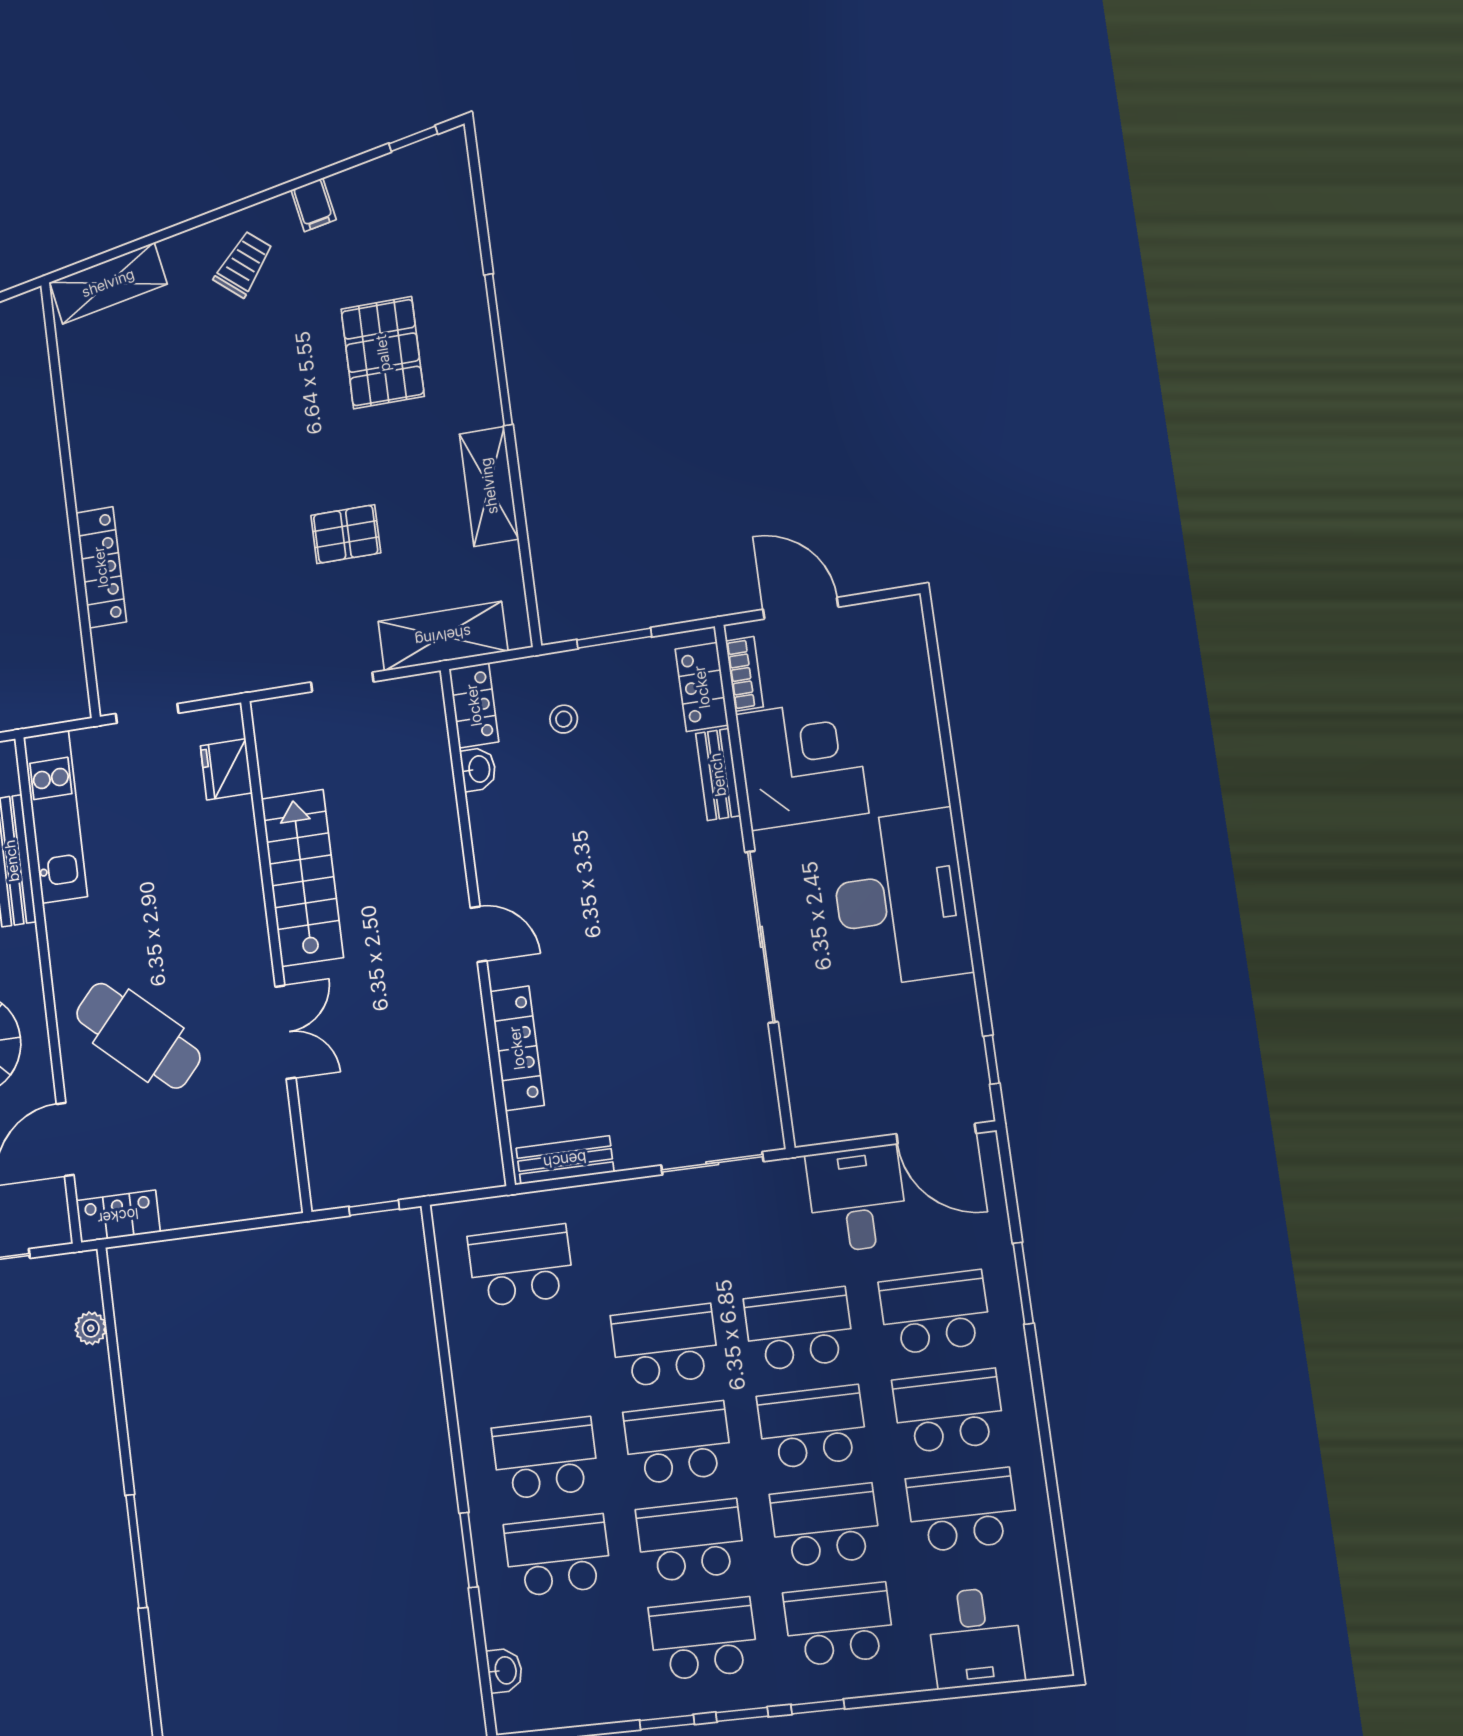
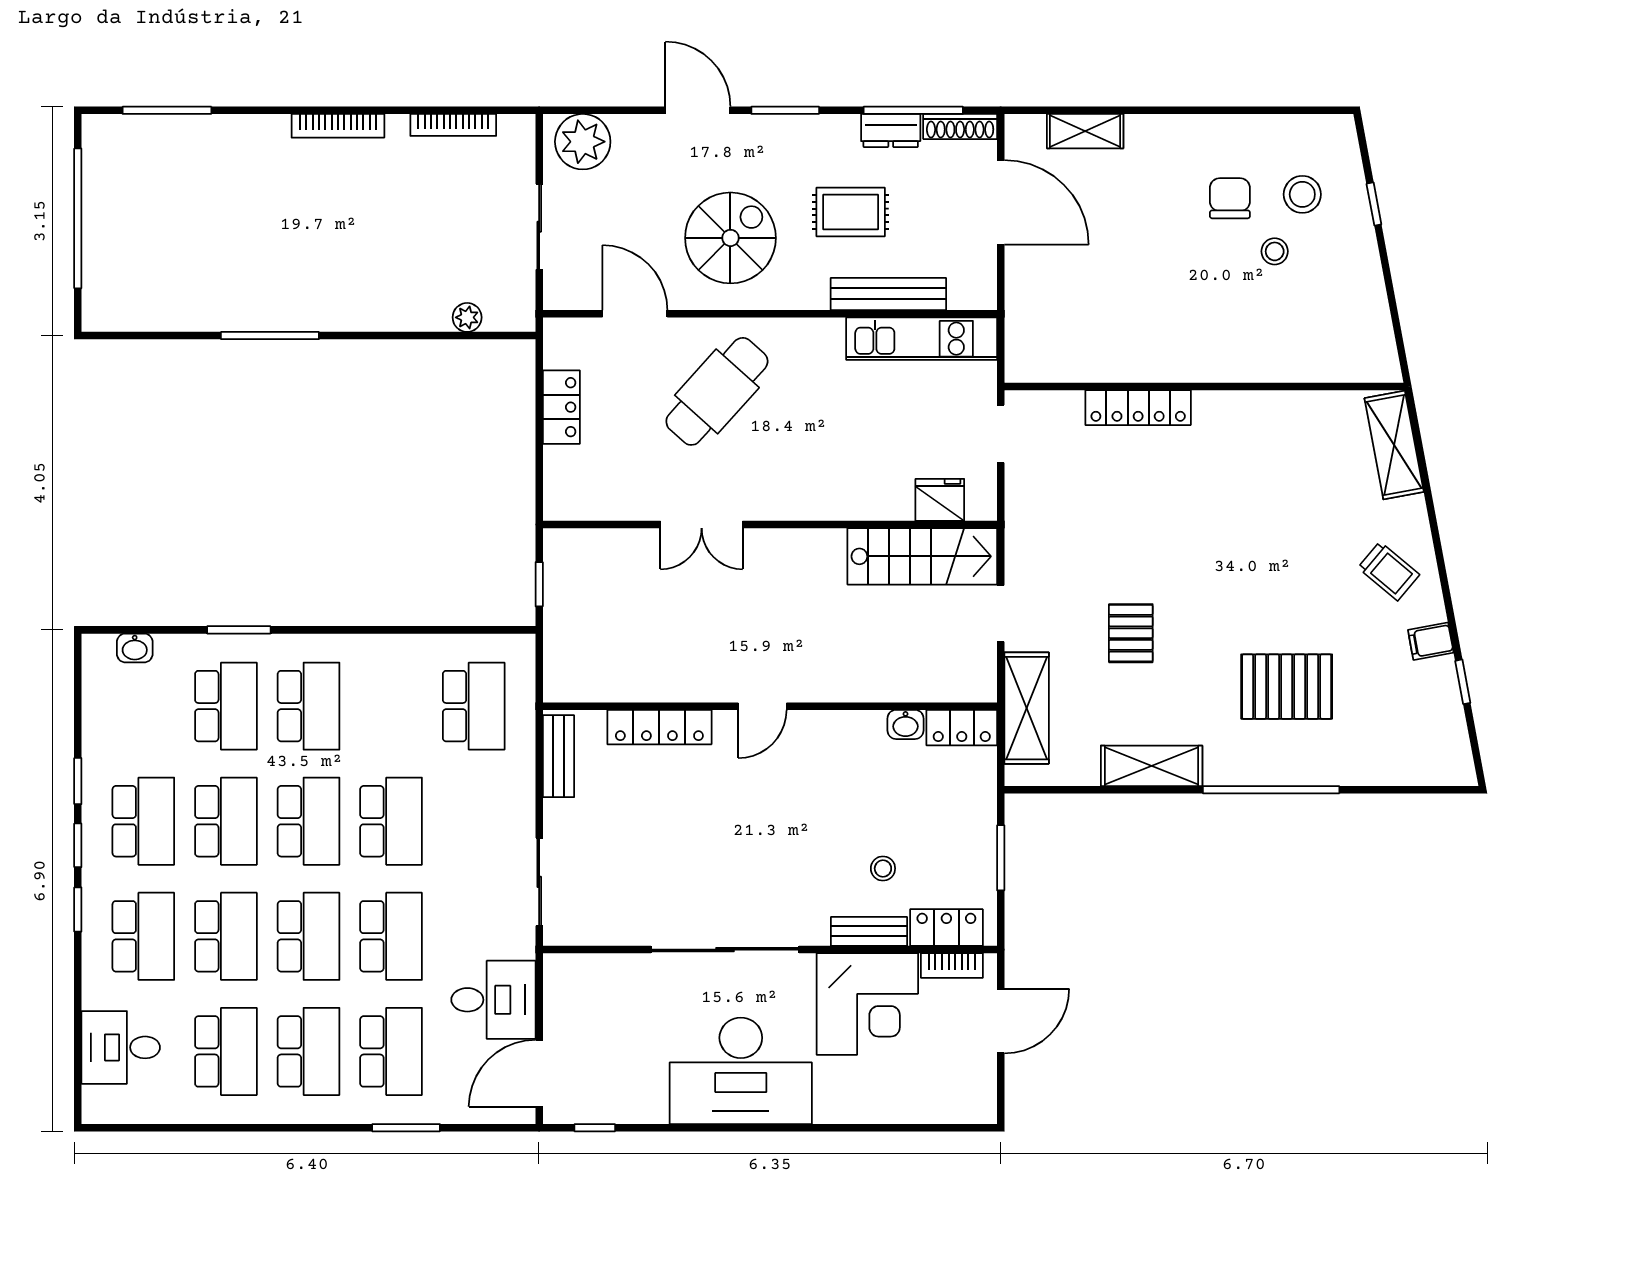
window: (413, 139) -> (1463, 682), moved
stool: (564, 719) -> (883, 868), moved
stairs: (302, 878) -> (922, 556), moved
locker: (118, 1216) -> (561, 407), moved

